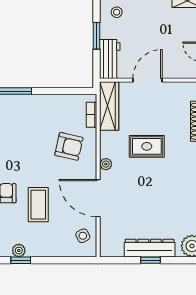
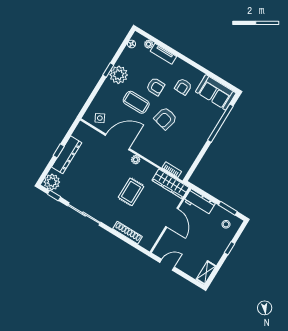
window: (97, 36) -> (228, 208), moved
armchair: (69, 146) -> (165, 118), moved
plant: (19, 251) -> (119, 75), width x1.88, depth x1.88

